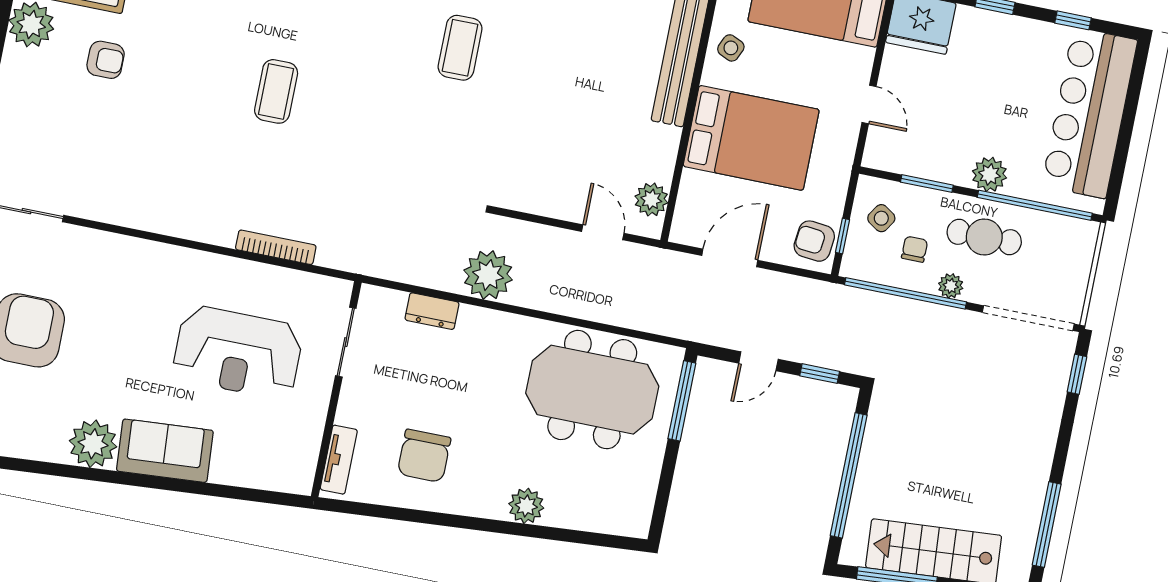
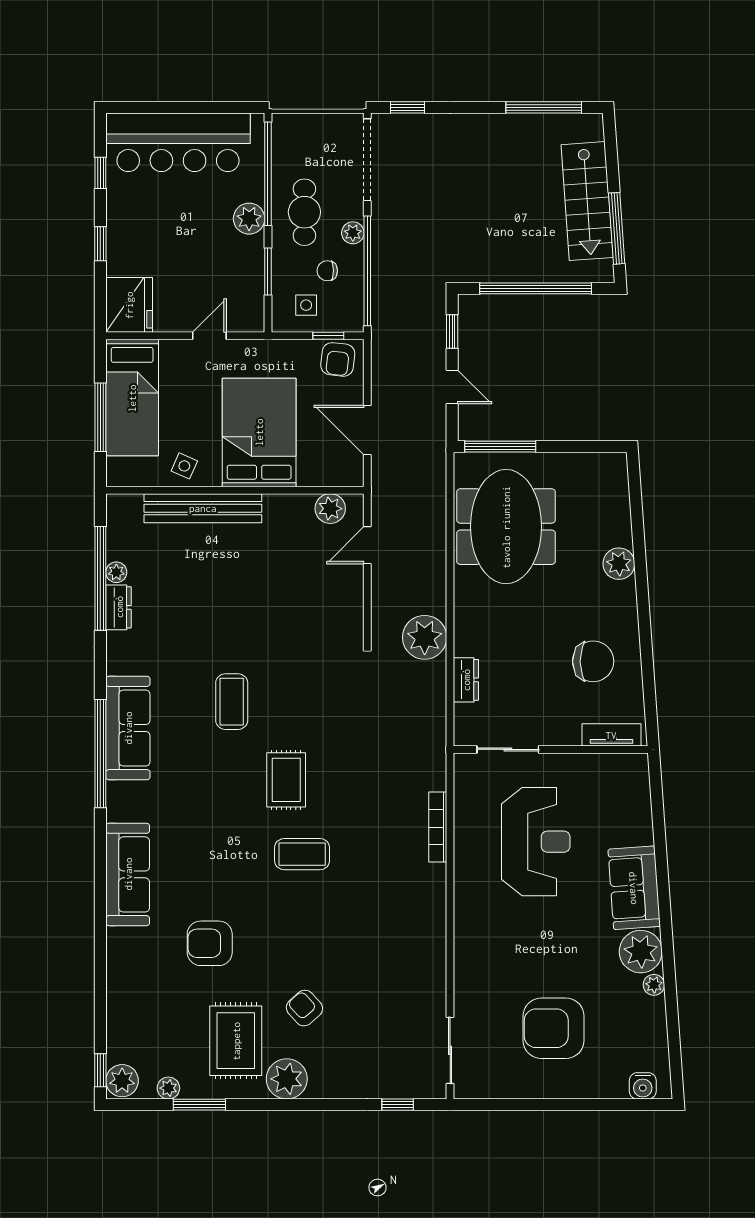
coffee table: (460, 48) -> (232, 702), turned 90
armchair: (106, 60) -> (304, 1008), turned -42
rug: (362, 90) -> (286, 780), added
side table: (881, 218) -> (306, 305), turned -33
plant: (53, 451) -> (654, 985), added

